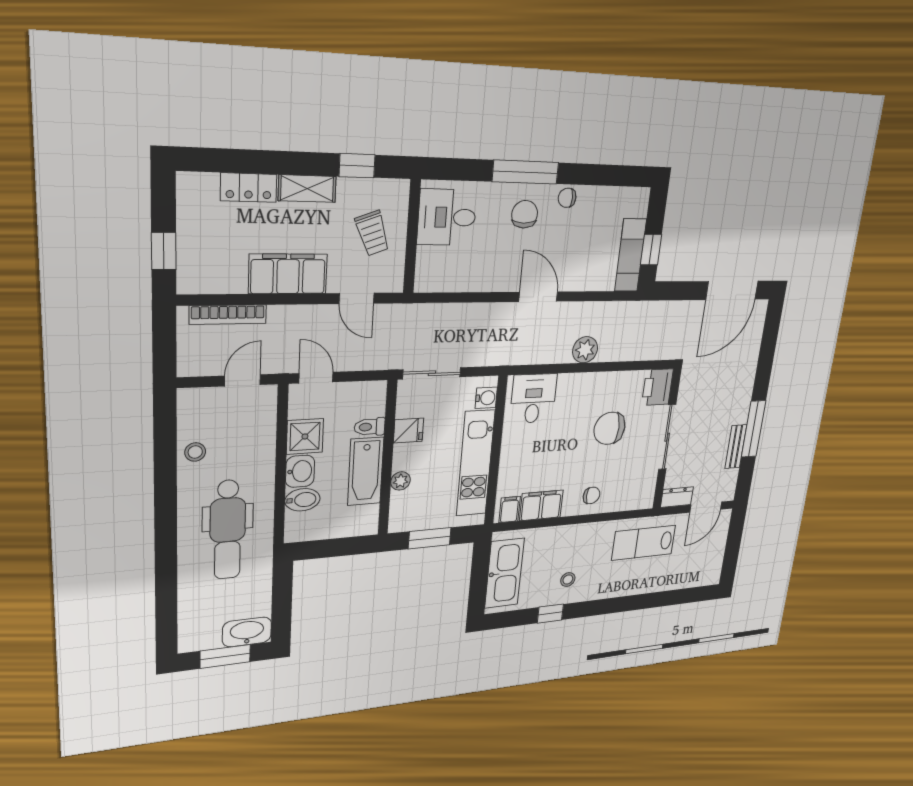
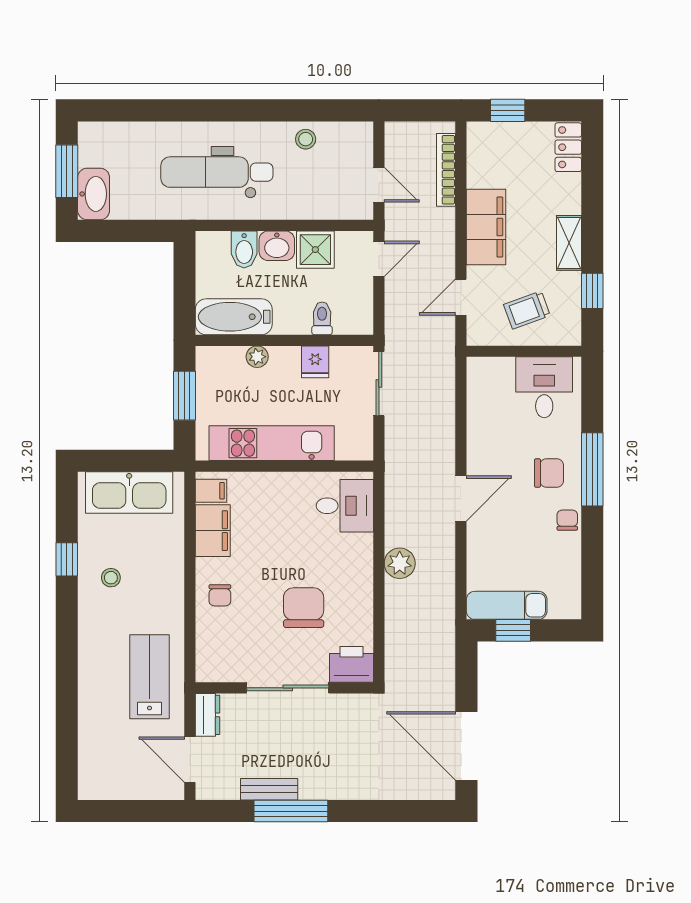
locker: (249, 188) -> (568, 147), moved
water cooler: (486, 398) -> (348, 449), removed
bathtub: (366, 471) -> (234, 317), moved

